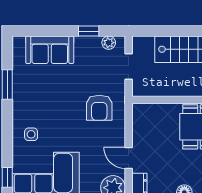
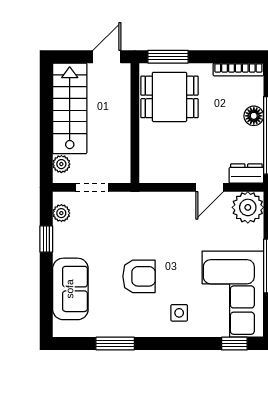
plant: (147, 43) -> (61, 164), added
armchair: (99, 108) -> (139, 276), moved

